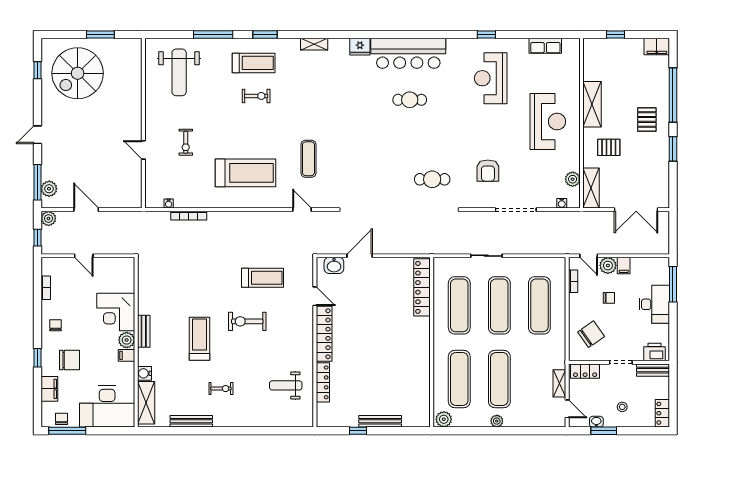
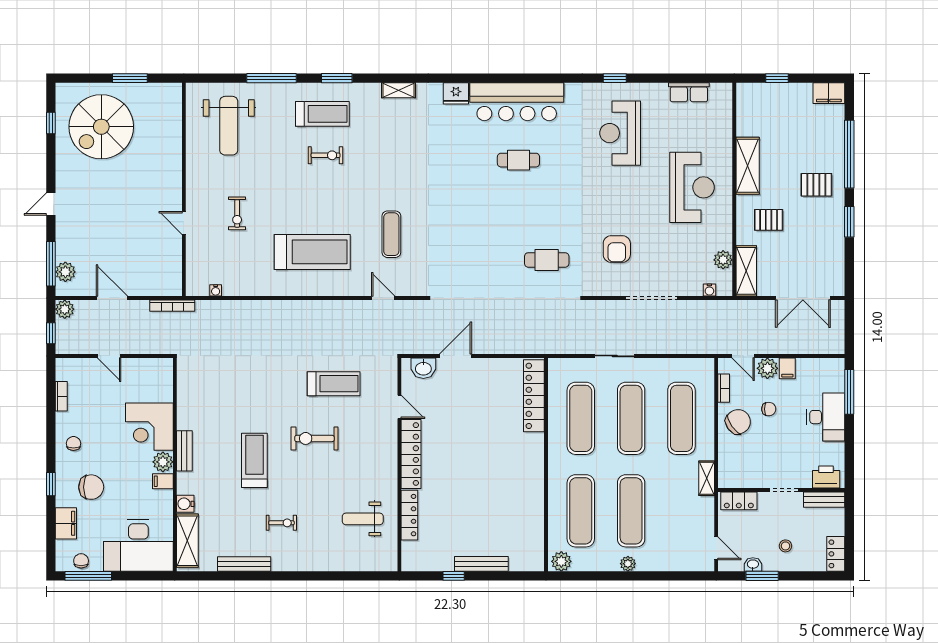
pallet: (647, 119) -> (816, 185), turned 90
bookcase: (189, 216) -> (172, 306), moved
chair: (591, 334) -> (738, 422), moved
shelving: (559, 383) -> (707, 478), moved

